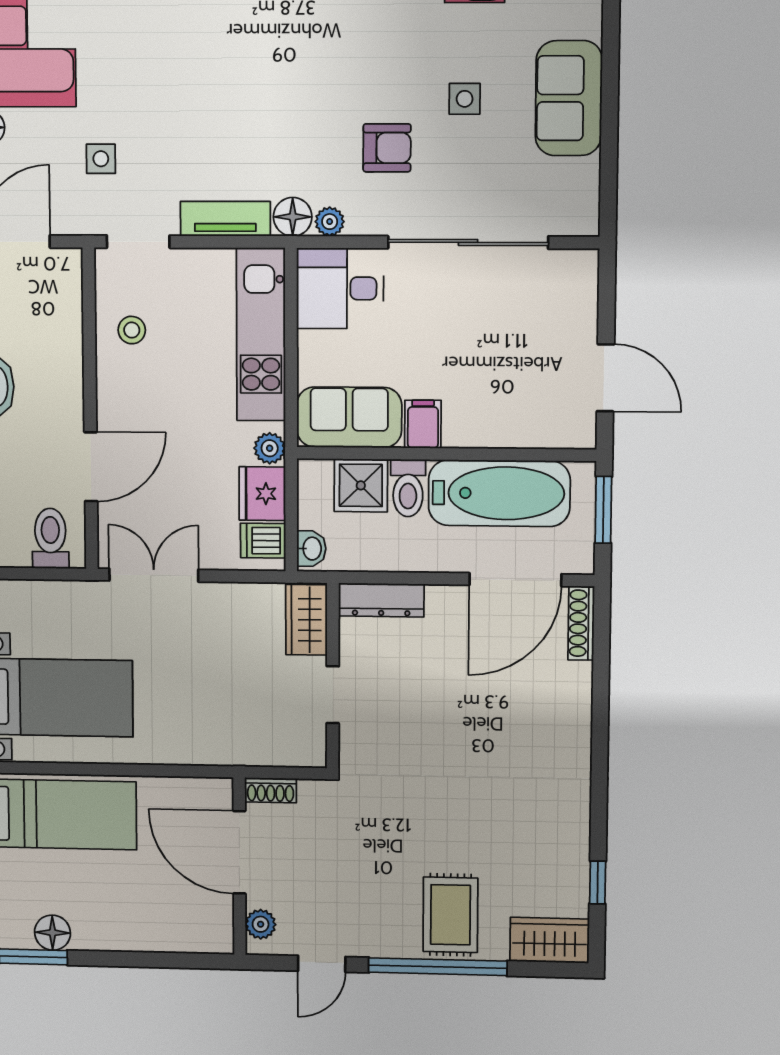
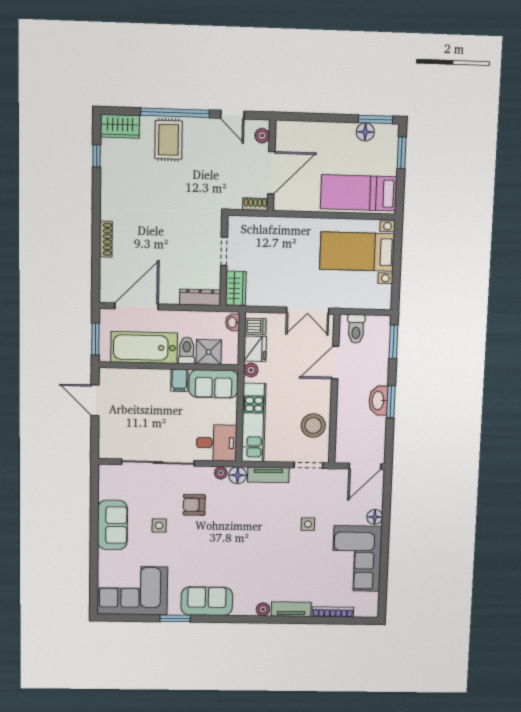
side table: (101, 159) -> (308, 524), moved
stool: (132, 330) -> (313, 425), width x1.89, depth x1.89
shoe rack: (581, 623) -> (106, 239), moved
door: (239, 852) -> (271, 173), hinge flipped
door: (322, 964) -> (232, 115), swing flipped

